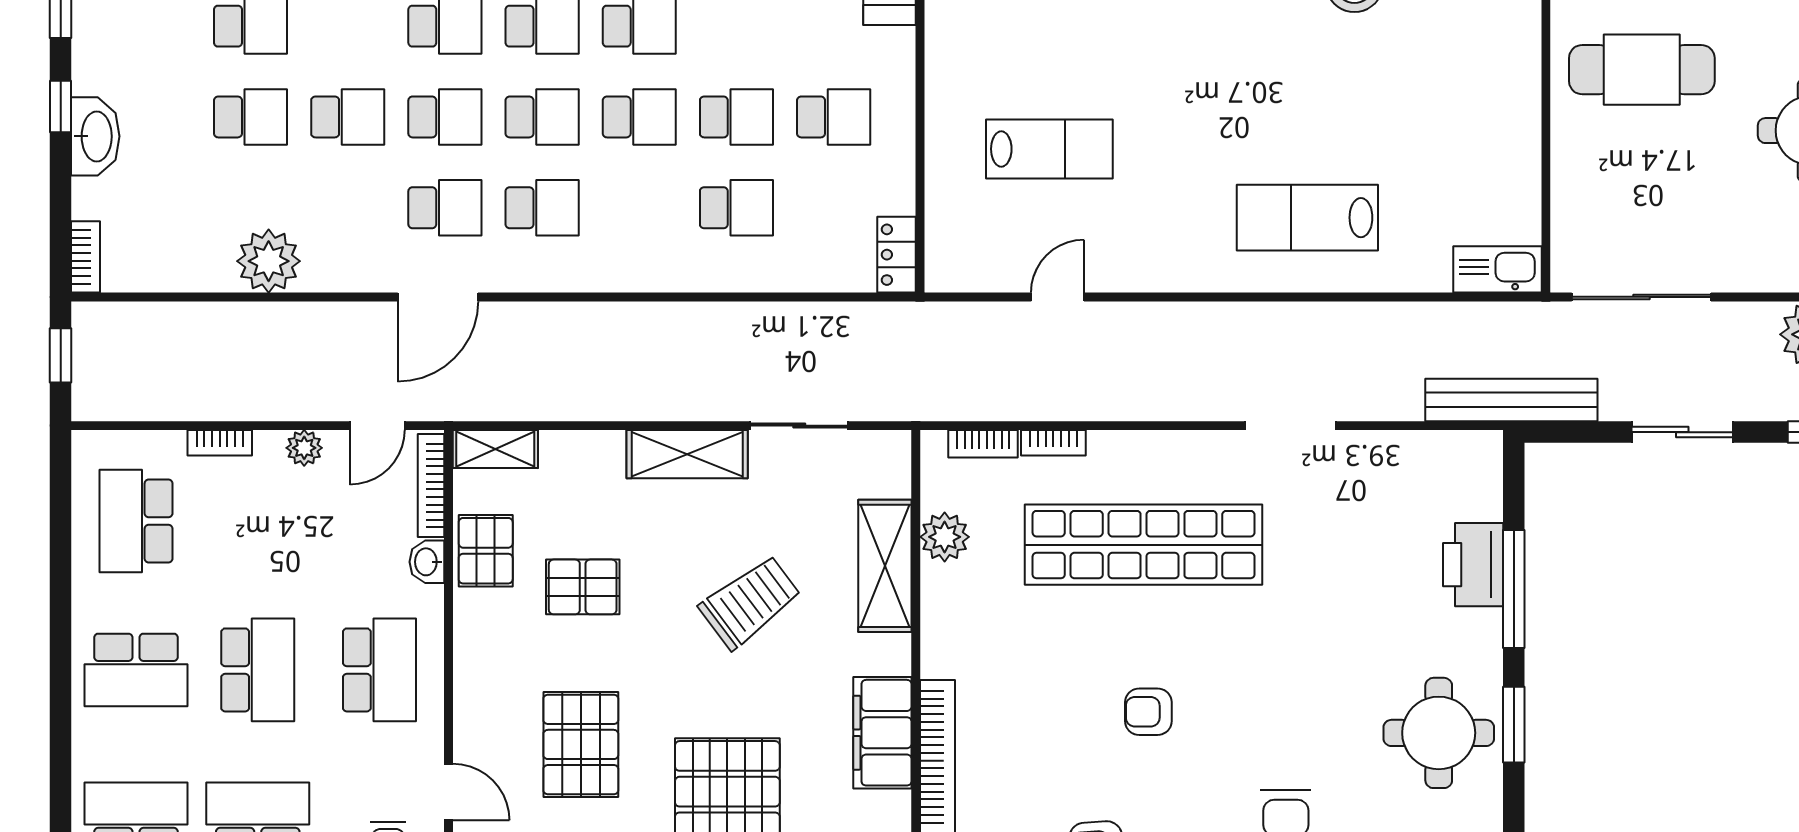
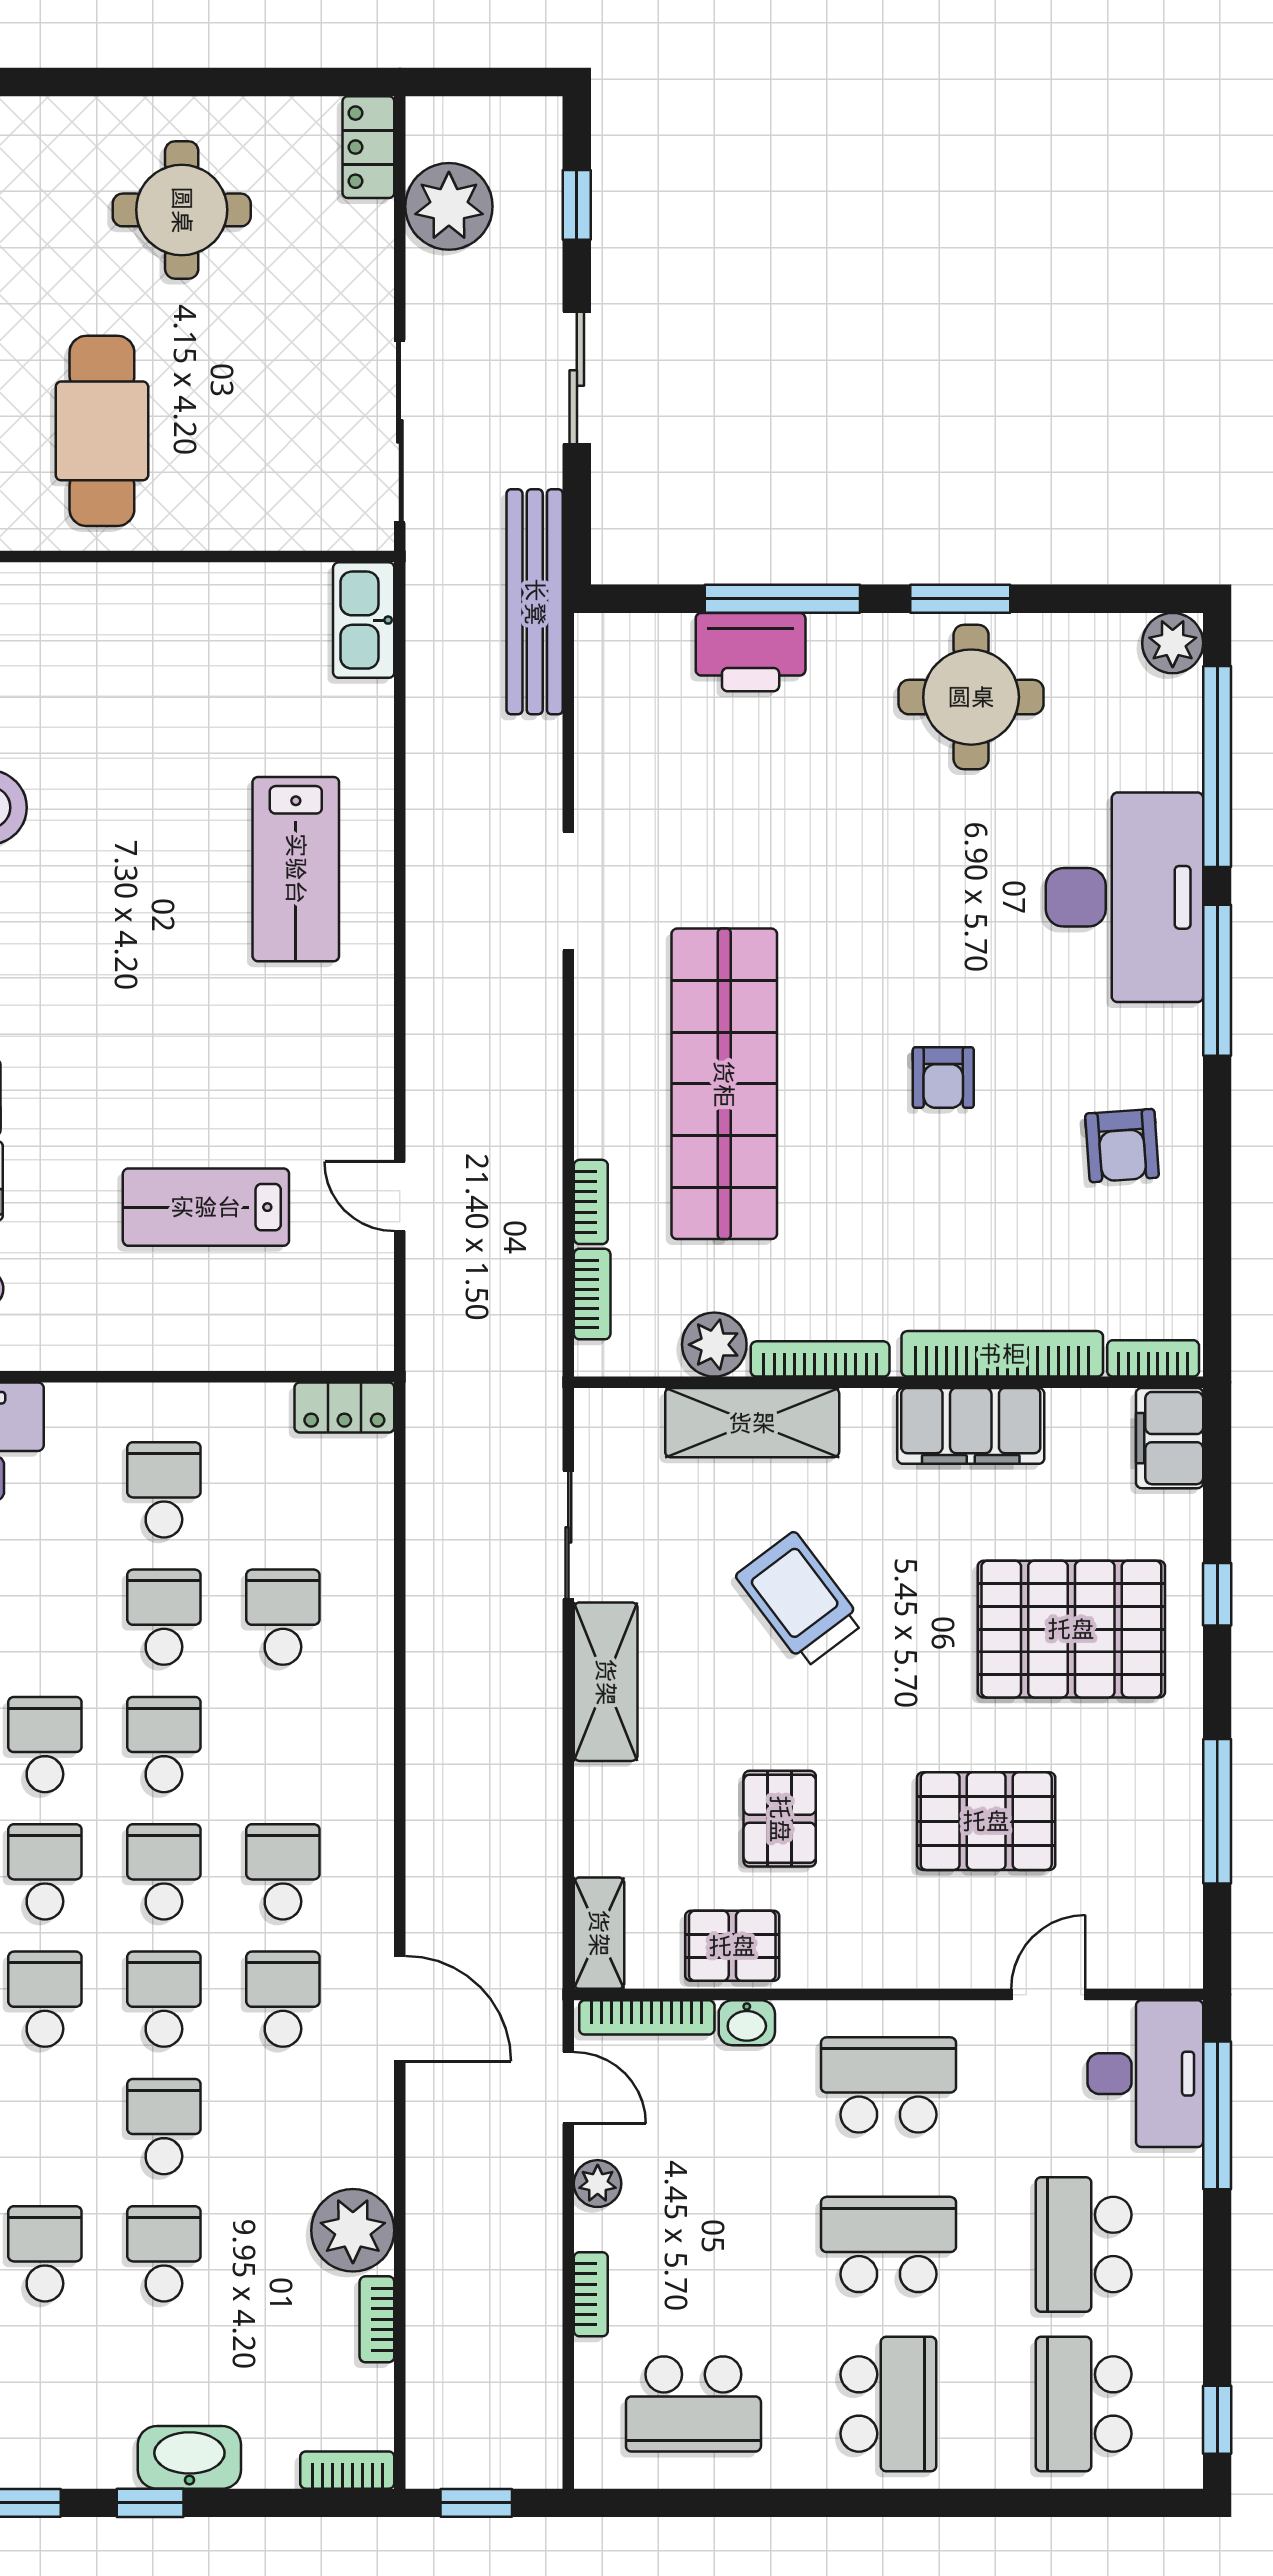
lab bench: (1049, 149) -> (206, 1207), turned -90
bookcase: (201, 280) -> (377, 2319), added
bookcase: (934, 618) -> (820, 1359), added

